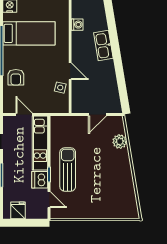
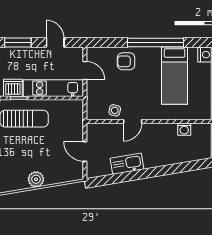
kitchen sink: (103, 46) -> (127, 164), moved
door: (24, 114) -> (85, 70), hinge flipped
plant: (120, 142) -> (36, 179), moved

